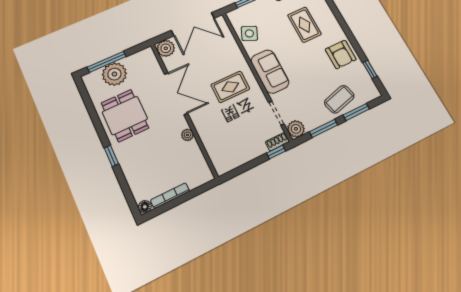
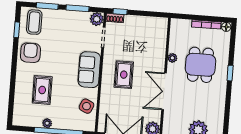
rug: (230, 87) -> (124, 75), turned 90
coffee table: (339, 99) -> (34, 22), moved, turned -75
dining table: (125, 115) -> (200, 65), moved

